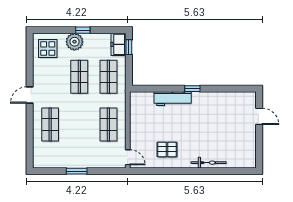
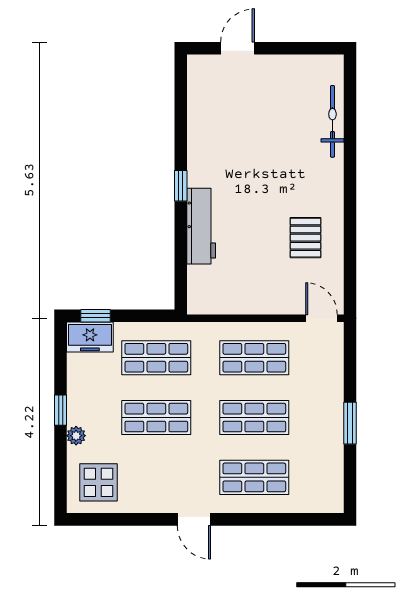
plant: (74, 42) -> (76, 436), width x0.53, depth x0.53
shop shelf: (79, 124) -> (254, 418), added
door: (128, 157) -> (321, 318), hinge flipped
bicycle: (209, 163) -> (332, 121), moved

